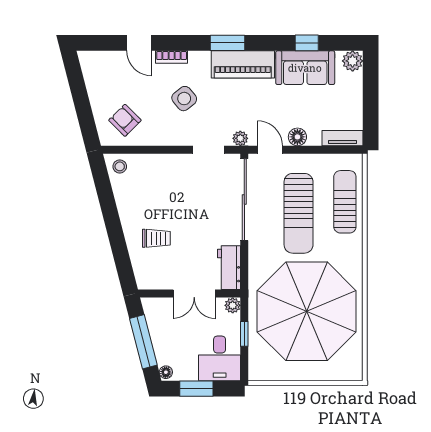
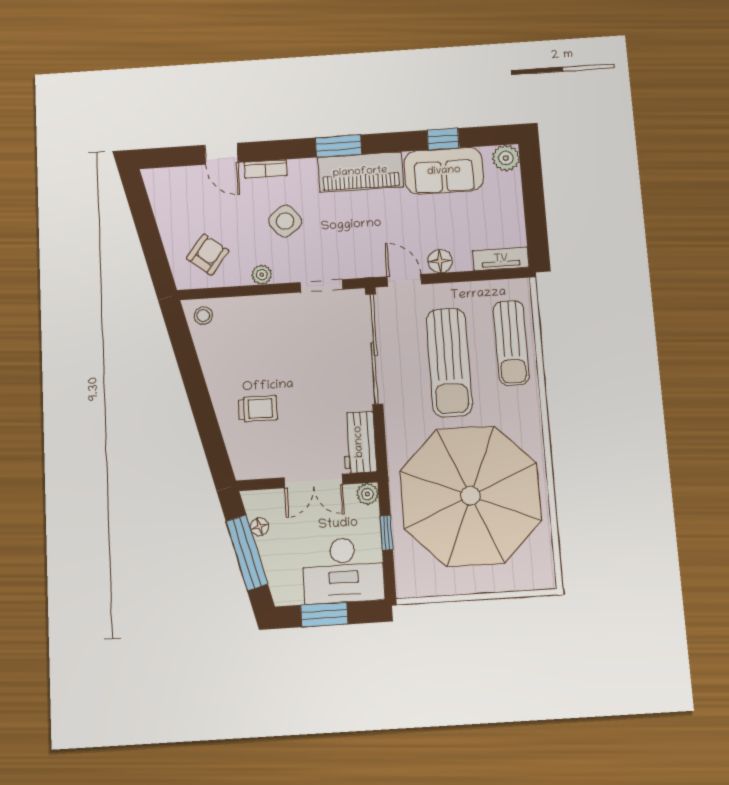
armchair: (125, 120) -> (208, 254), turned 83
plant: (240, 138) -> (262, 275), moved
sun lounger: (345, 202) -> (511, 343), turned 180
desk: (220, 358) -> (343, 570), width x1.37
floor lamp: (166, 372) -> (260, 527), moved

